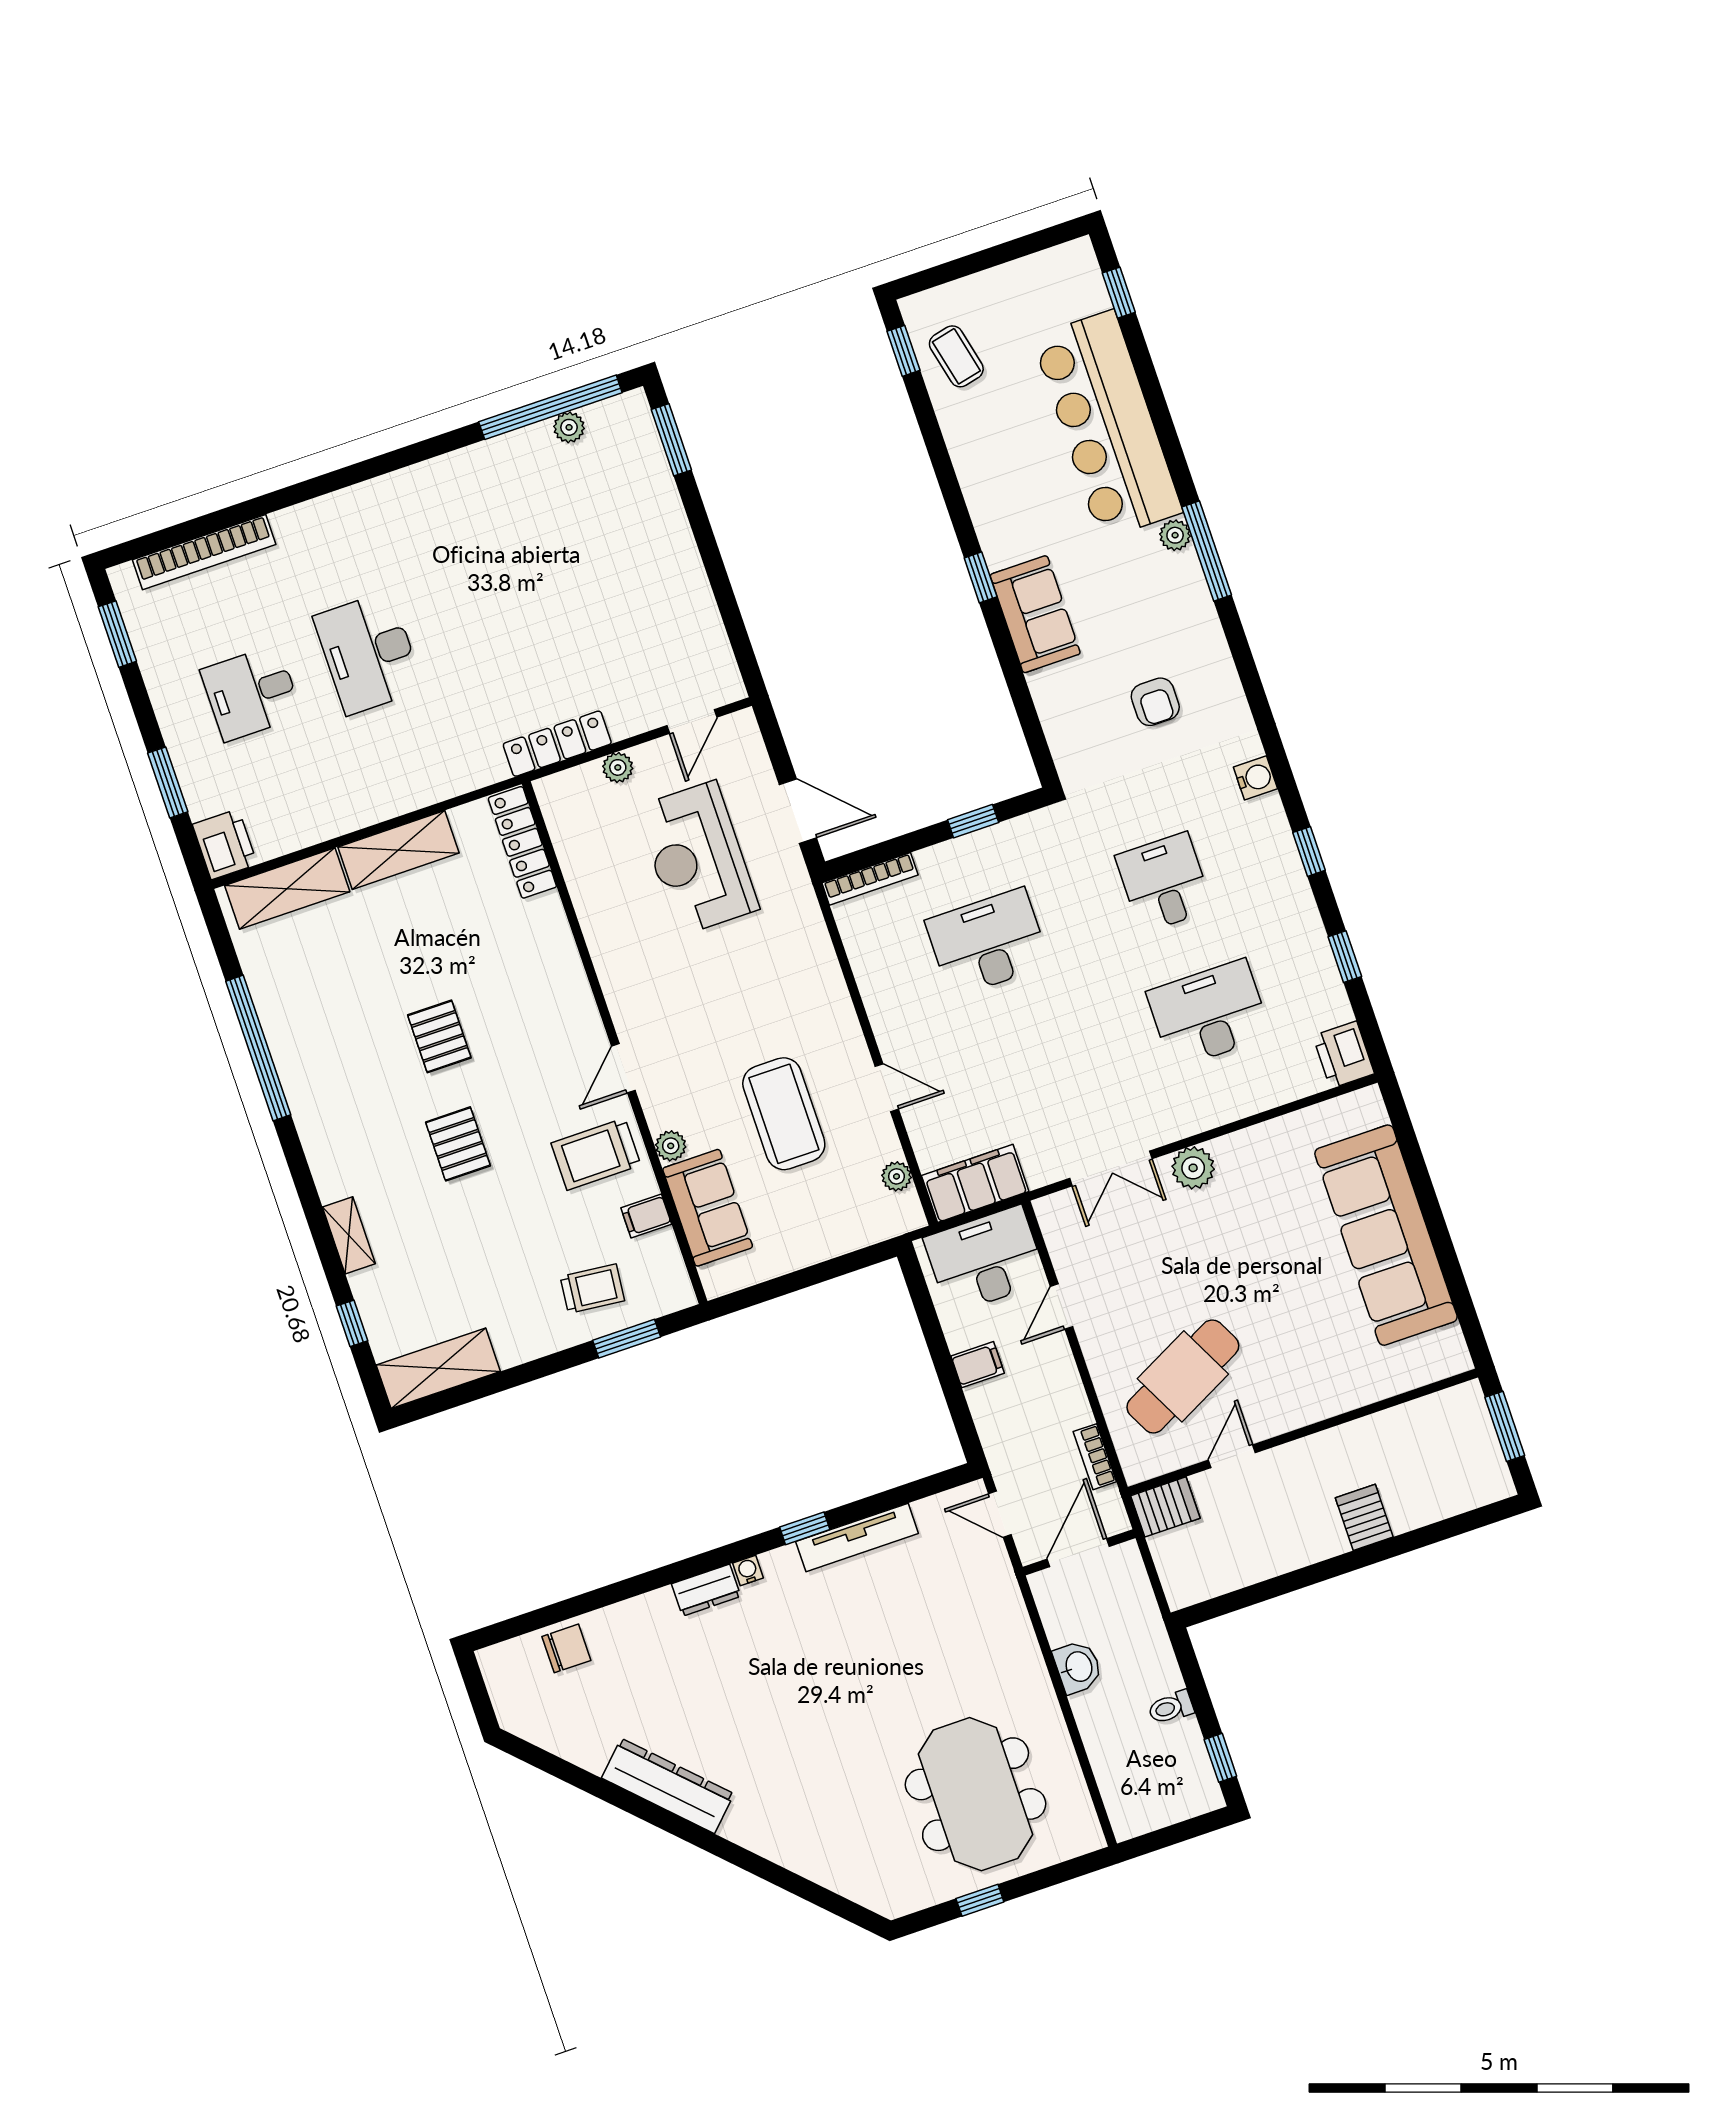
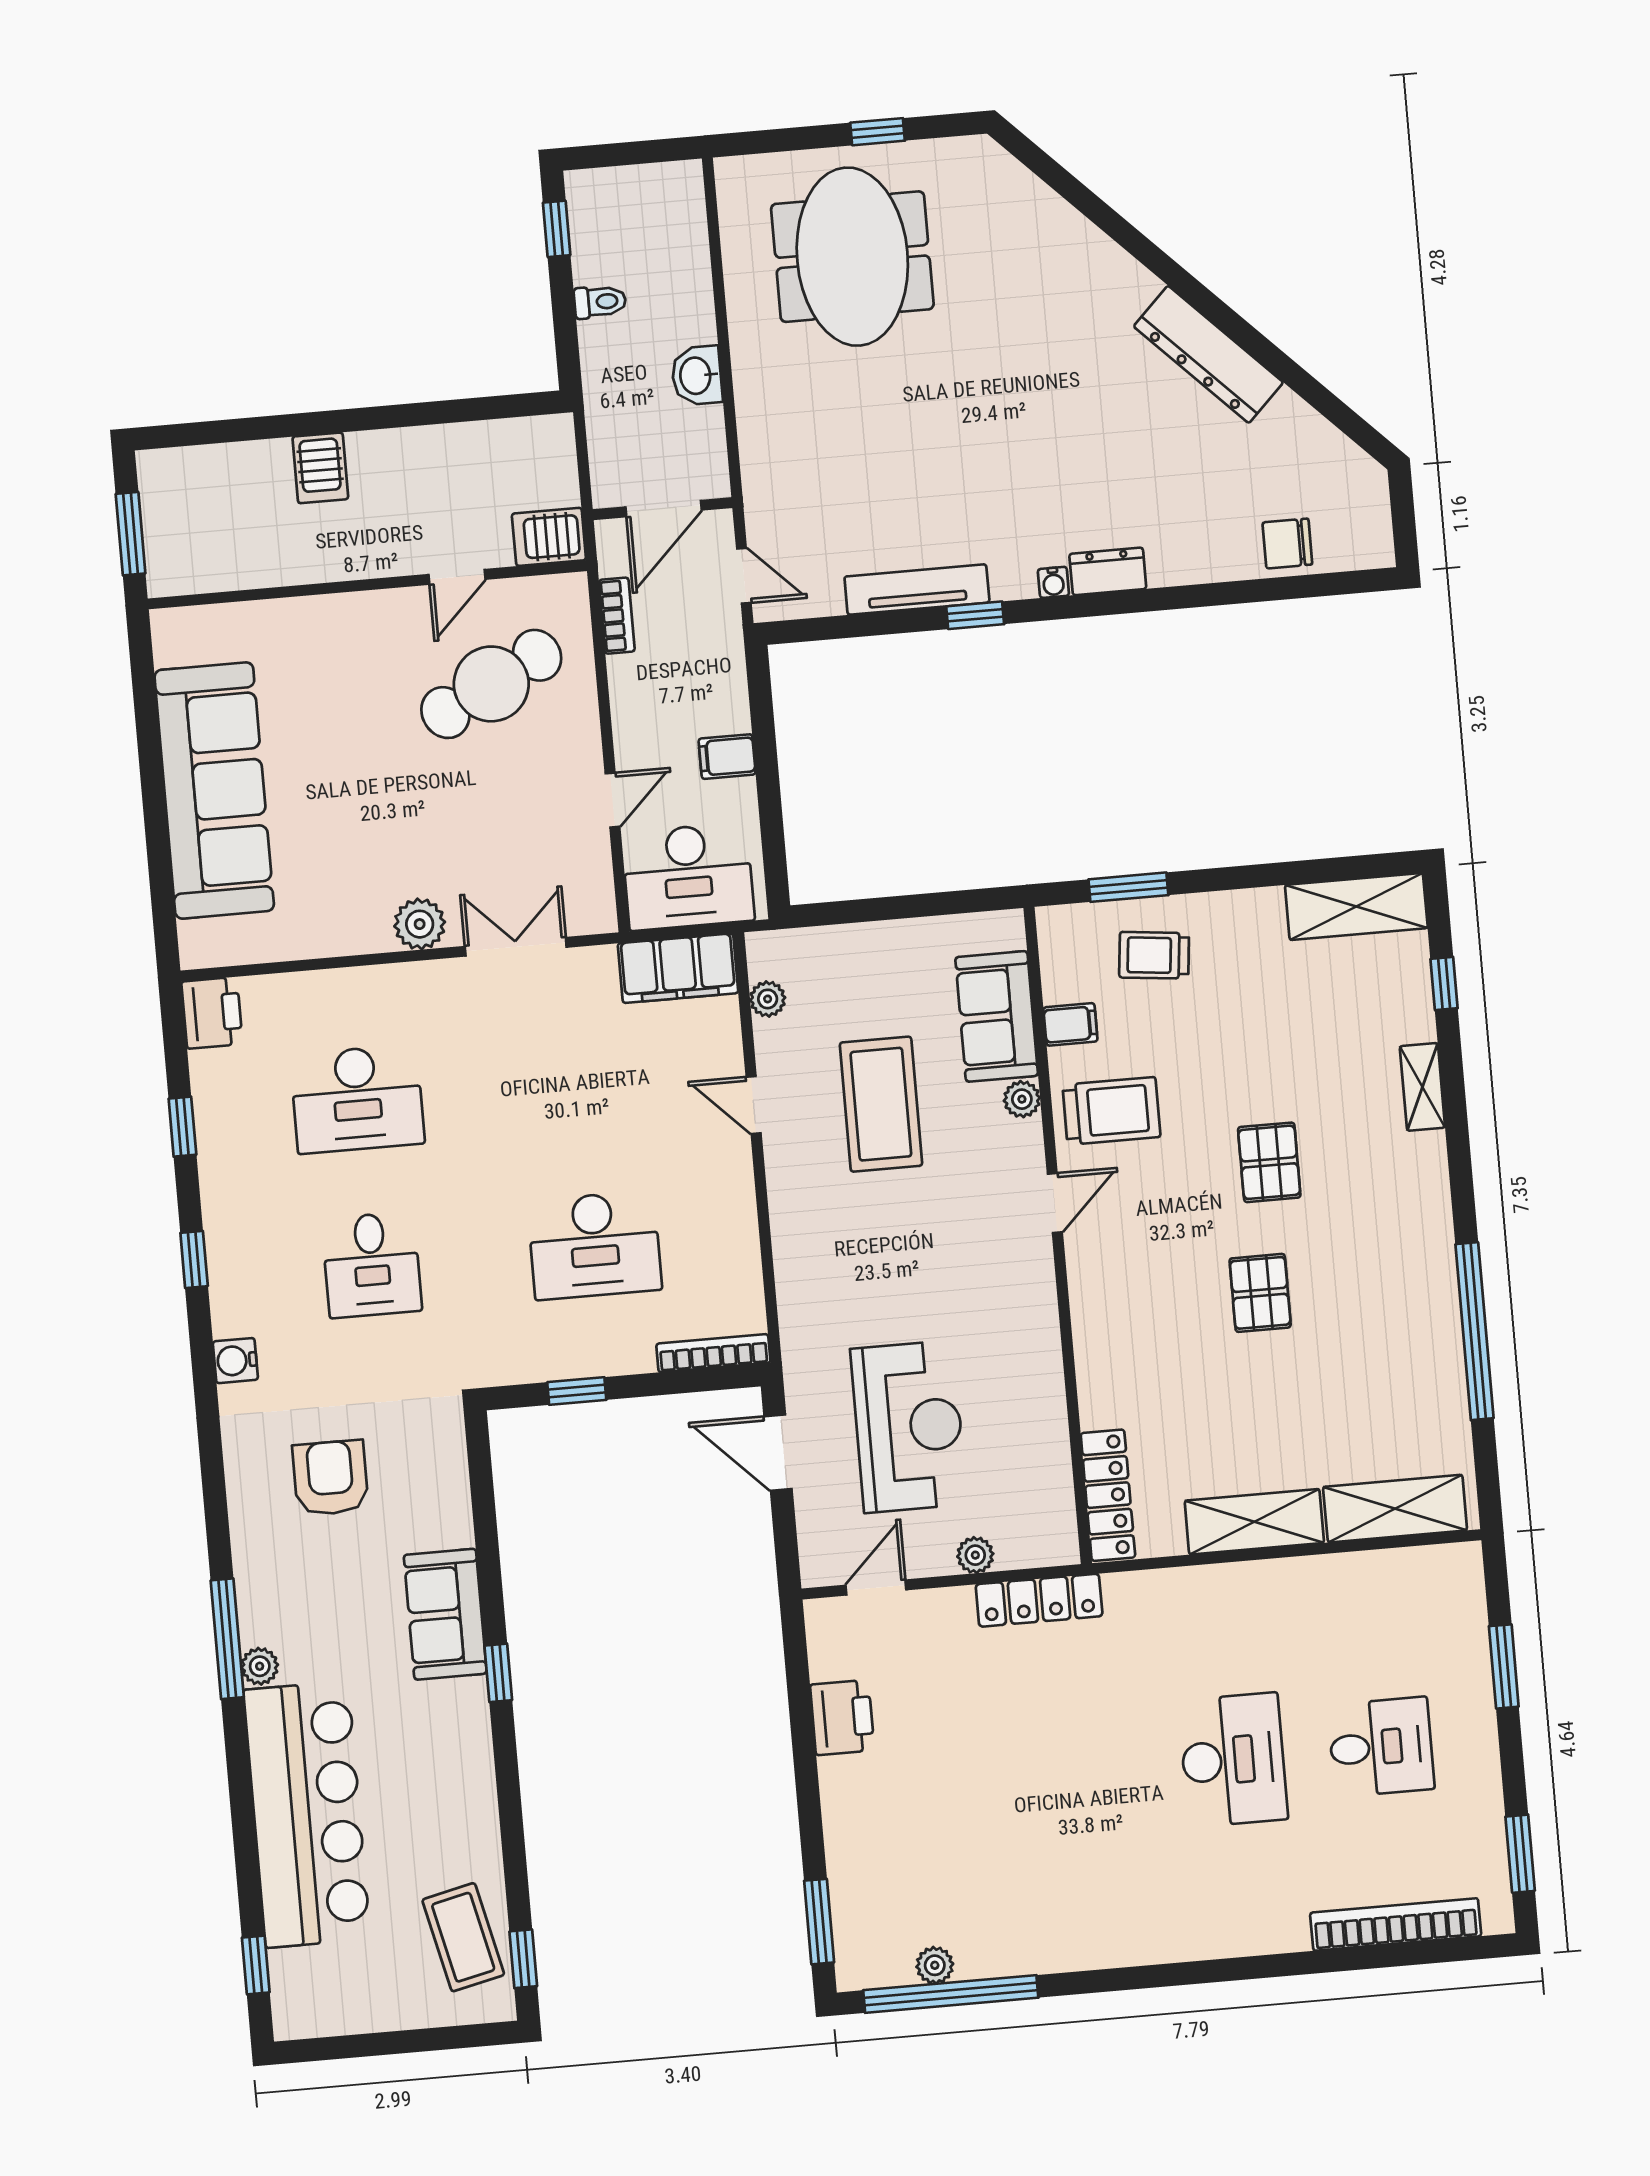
coffee table: (956, 356) -> (463, 1937), width x1.36, depth x1.30
armchair: (1155, 702) -> (330, 1478), width x1.38, depth x1.38
printer: (225, 844) -> (842, 1717), moved, turned 180

